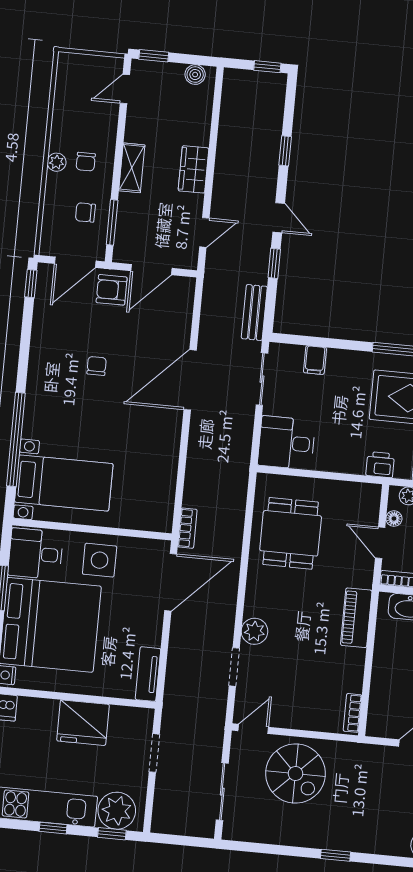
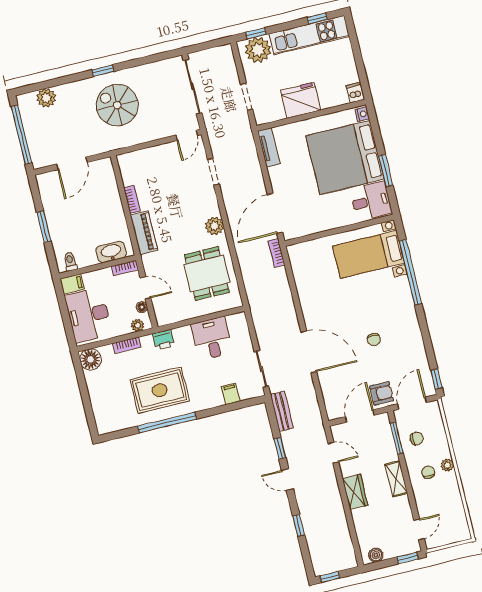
door: (204, 232) -> (333, 453), swing flipped
door: (190, 380) -> (309, 352), hinge flipped
desk: (286, 443) -> (212, 338), moved, turned -90
side table: (100, 560) -> (327, 212), removed
plant: (254, 631) -> (214, 226), moved
bookcase: (352, 713) -> (132, 200), moved
spiral stairs: (295, 774) -> (117, 105), moved
sliding door: (222, 792) -> (193, 87), width x1.37
window: (53, 828) -> (317, 18), moved

